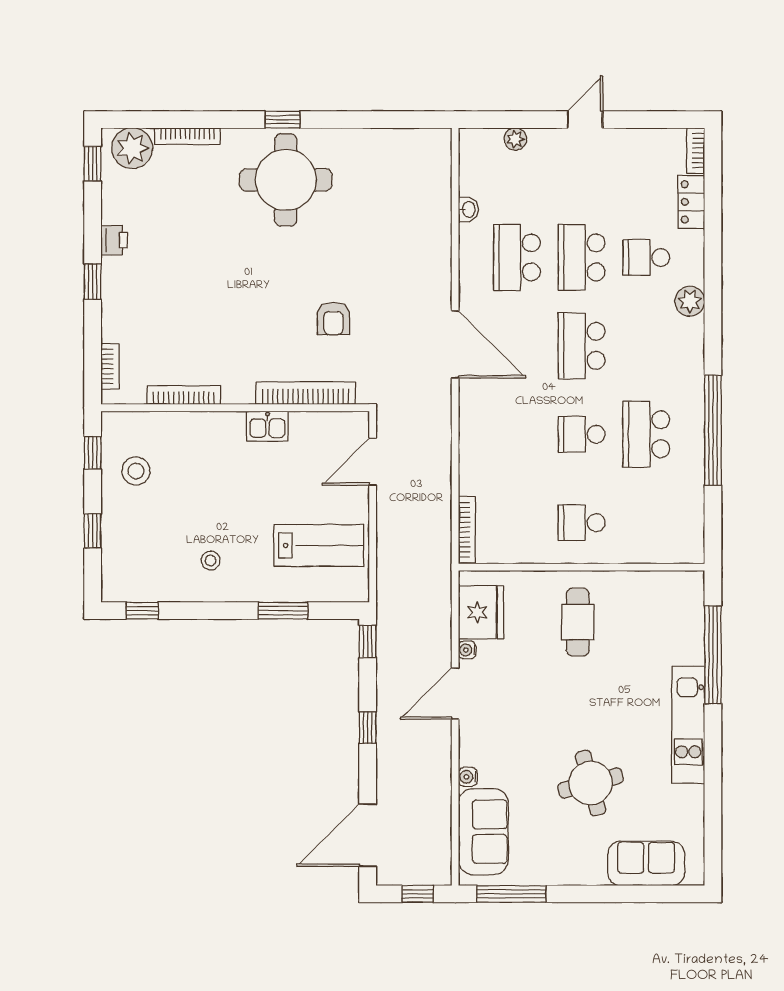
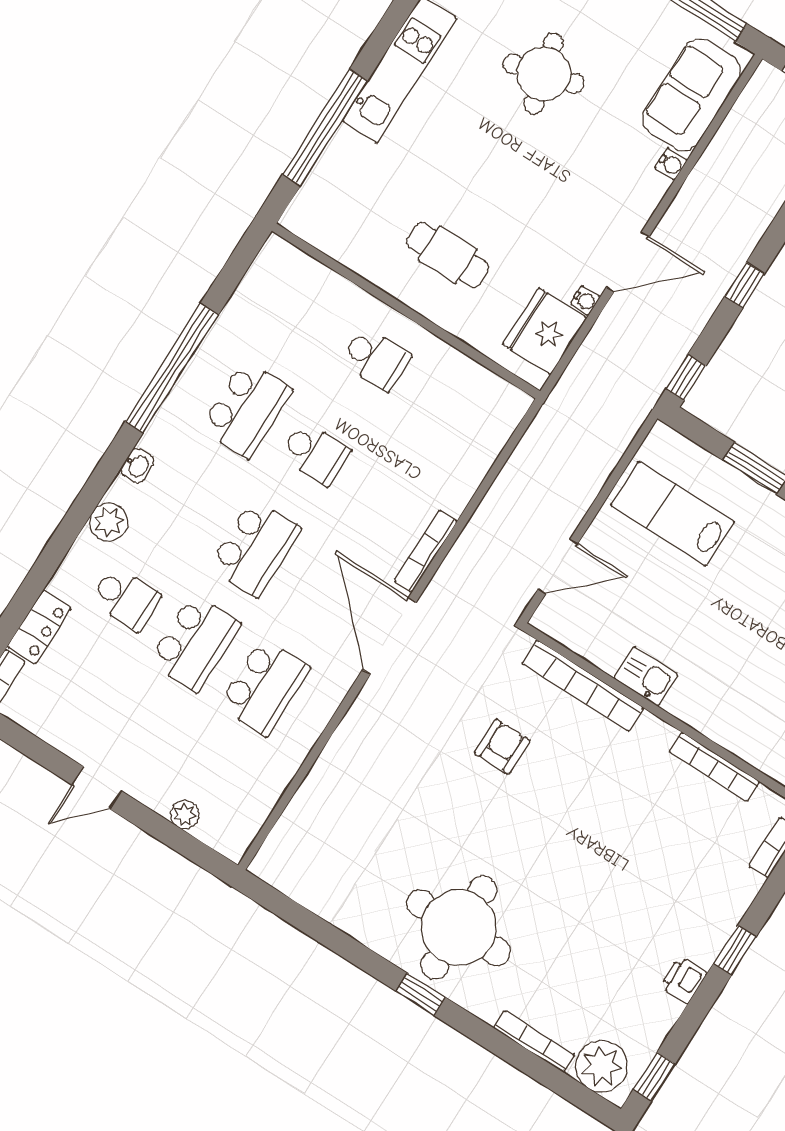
washbasin: (468, 209) -> (137, 465), moved, turned 180
bookcase: (467, 530) -> (426, 551), moved
cafe table: (578, 622) -> (448, 255), turned 90

